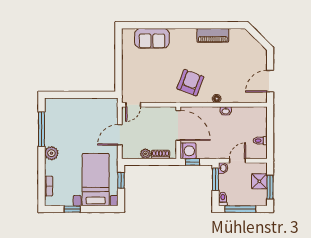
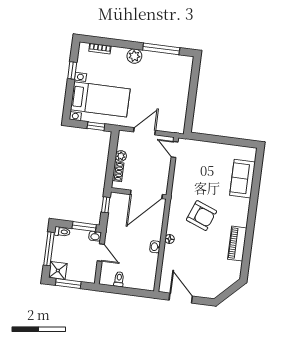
armchair: (190, 83) -> (201, 216), moved
door: (120, 135) -> (144, 131), hinge flipped
washing machine: (188, 151) -> (118, 201), removed
shower: (259, 181) -> (58, 270), moved

